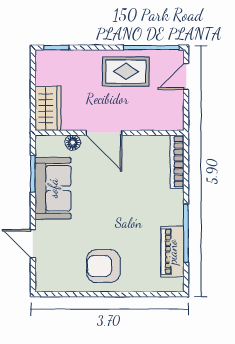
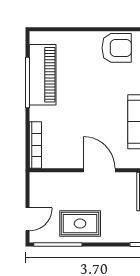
floor lamp: (73, 143) -> (126, 162), removed
piano: (172, 252) -> (43, 75), width x1.37, depth x1.33
armchair: (103, 266) -> (117, 48), moved

